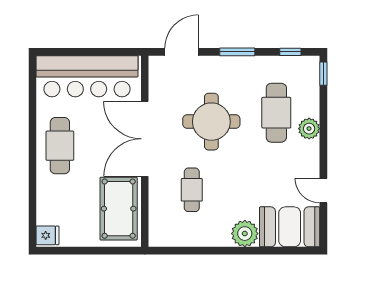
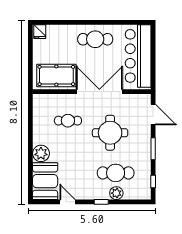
window: (323, 74) -> (101, 202), moved
plant: (309, 129) -> (116, 193), moved
door: (323, 191) -> (67, 202), hinge flipped

